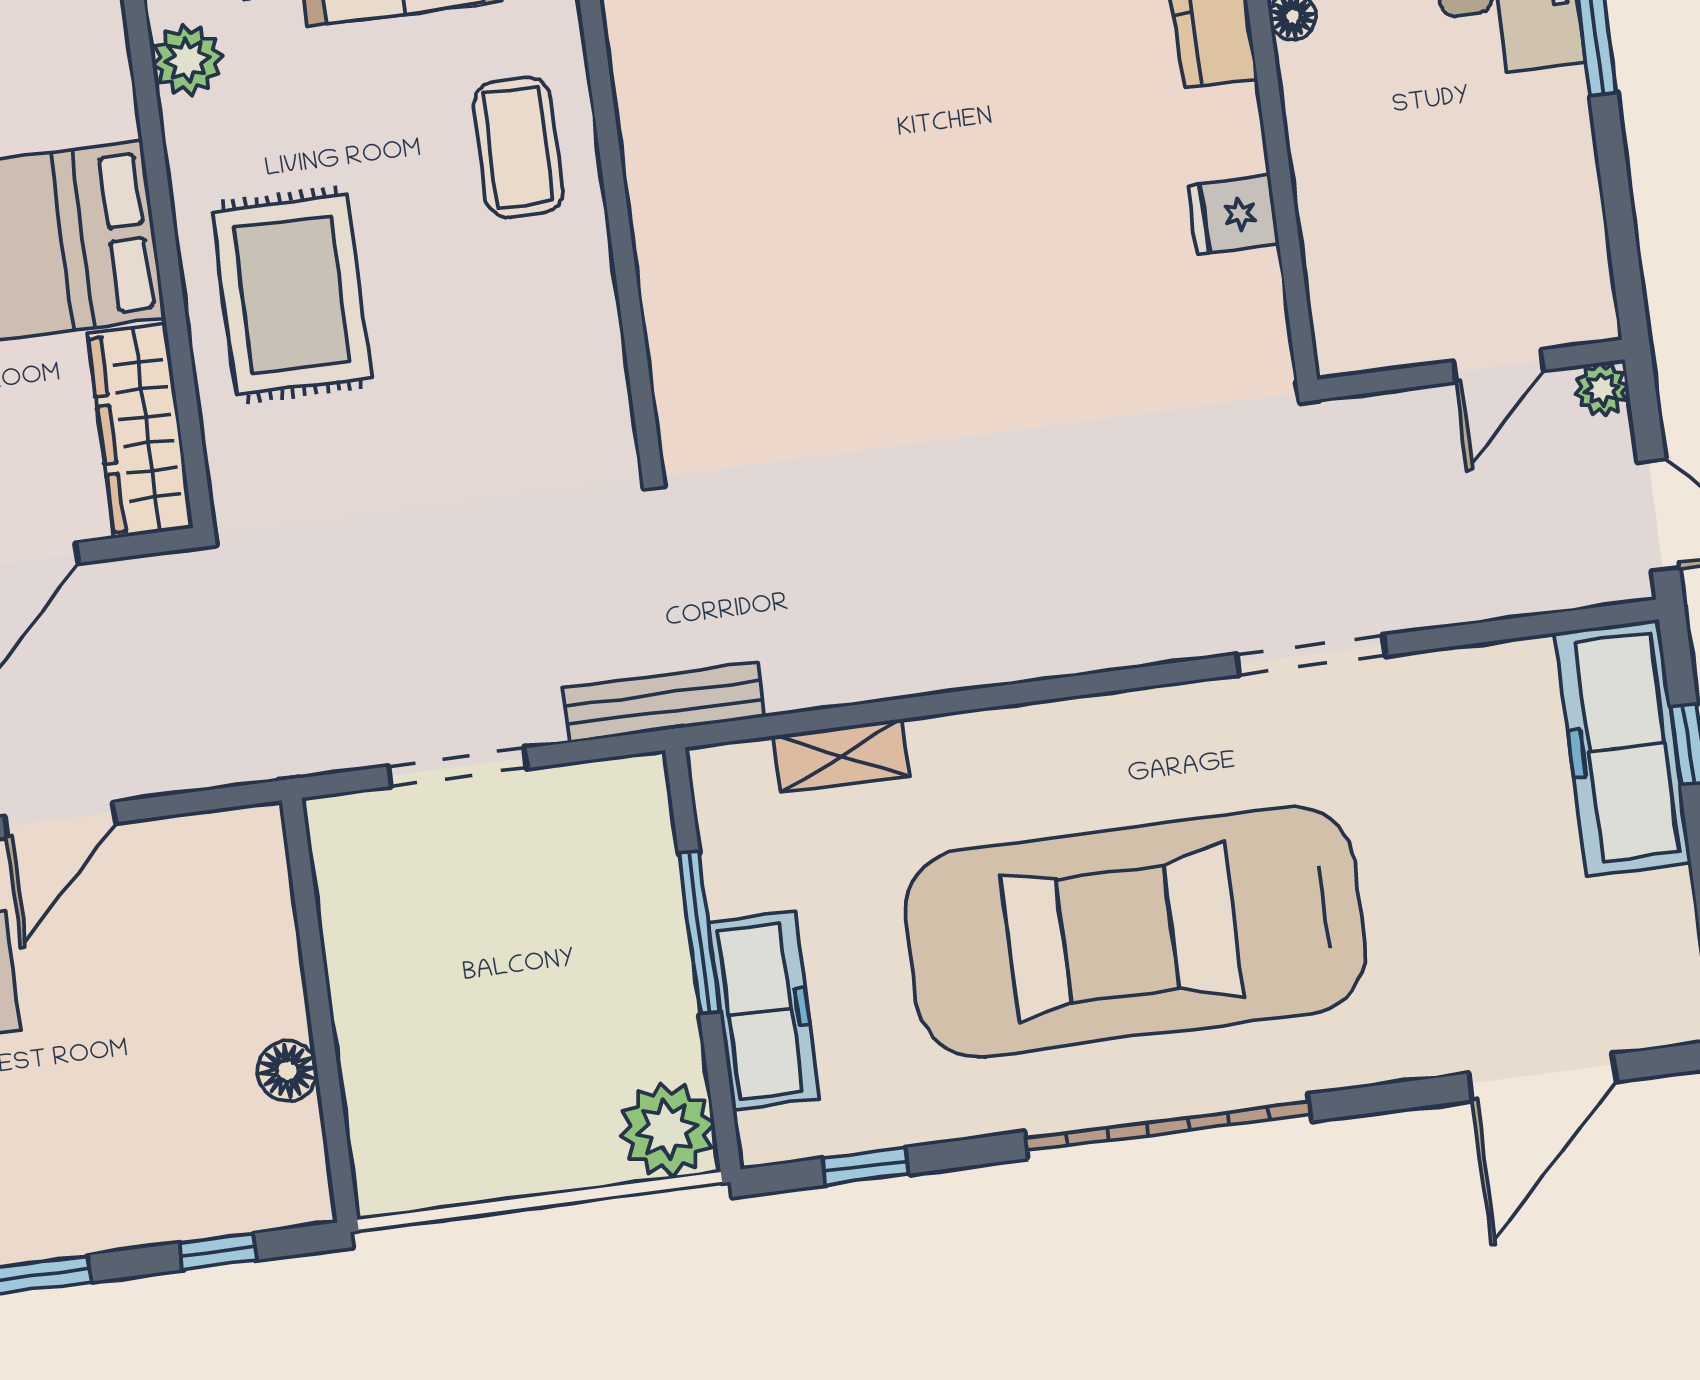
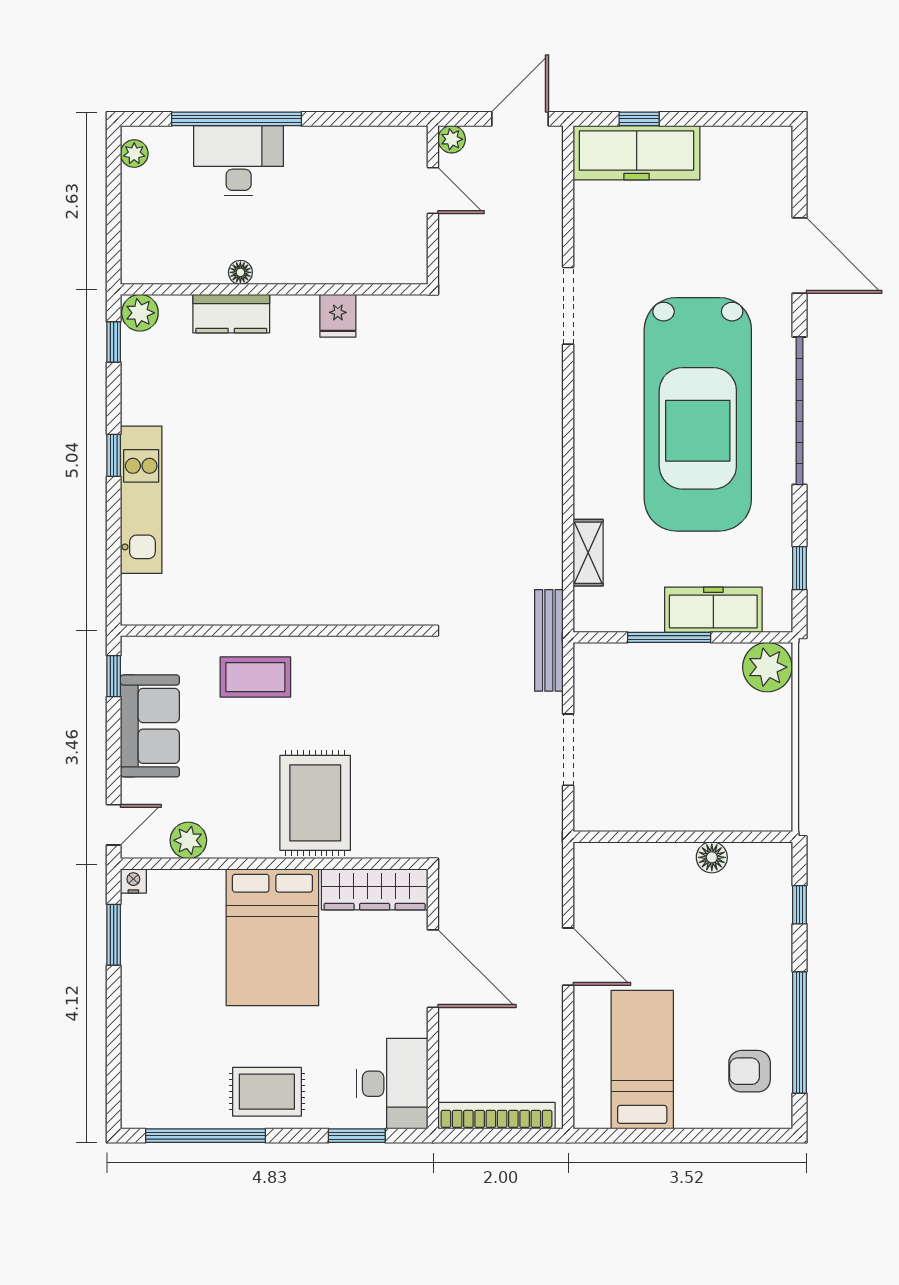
rug: (292, 295) -> (315, 803), turned 90
door: (1543, 1077) -> (800, 256), moved

